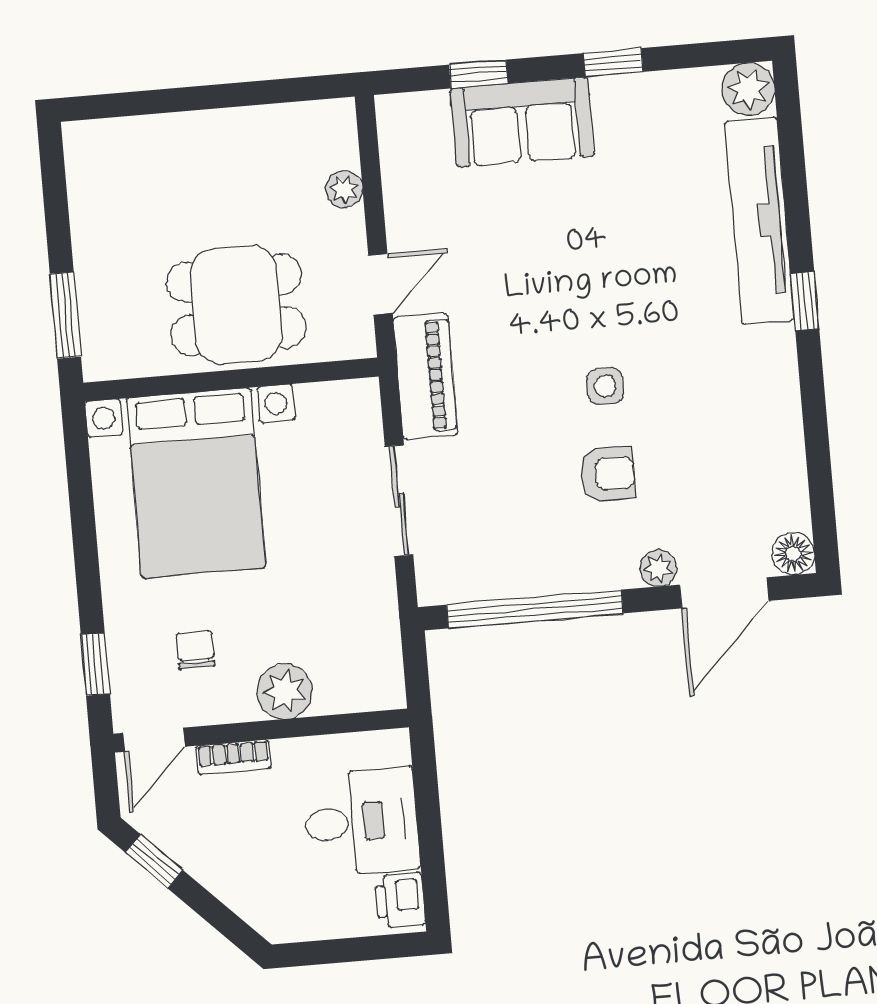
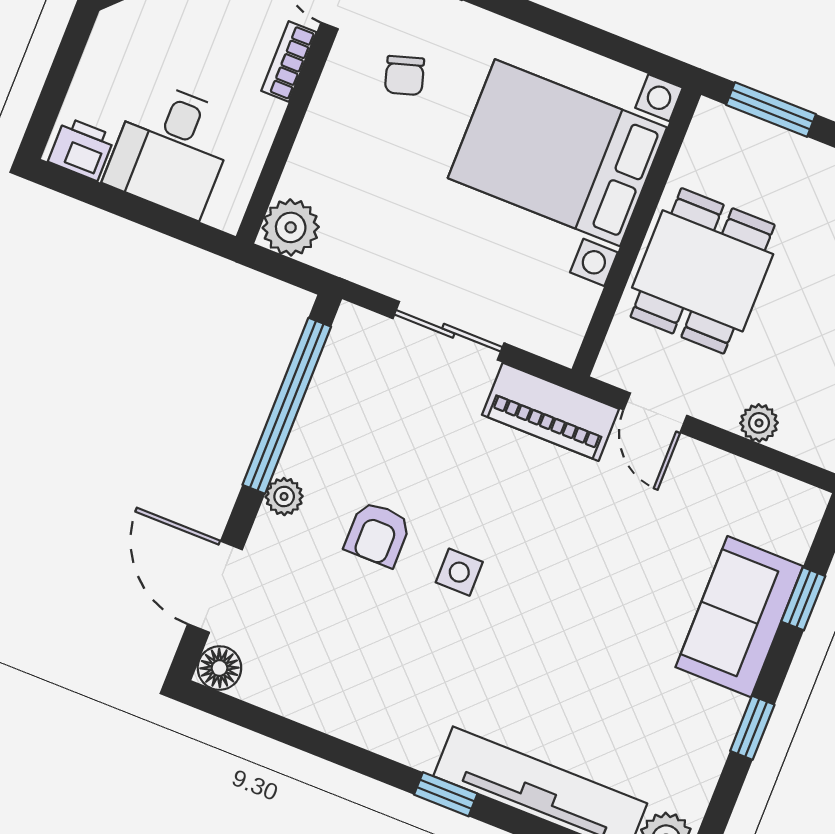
plant: (658, 568) -> (284, 497), moved
chair: (195, 650) -> (405, 75), turned 73
plant: (285, 691) -> (291, 227), moved

